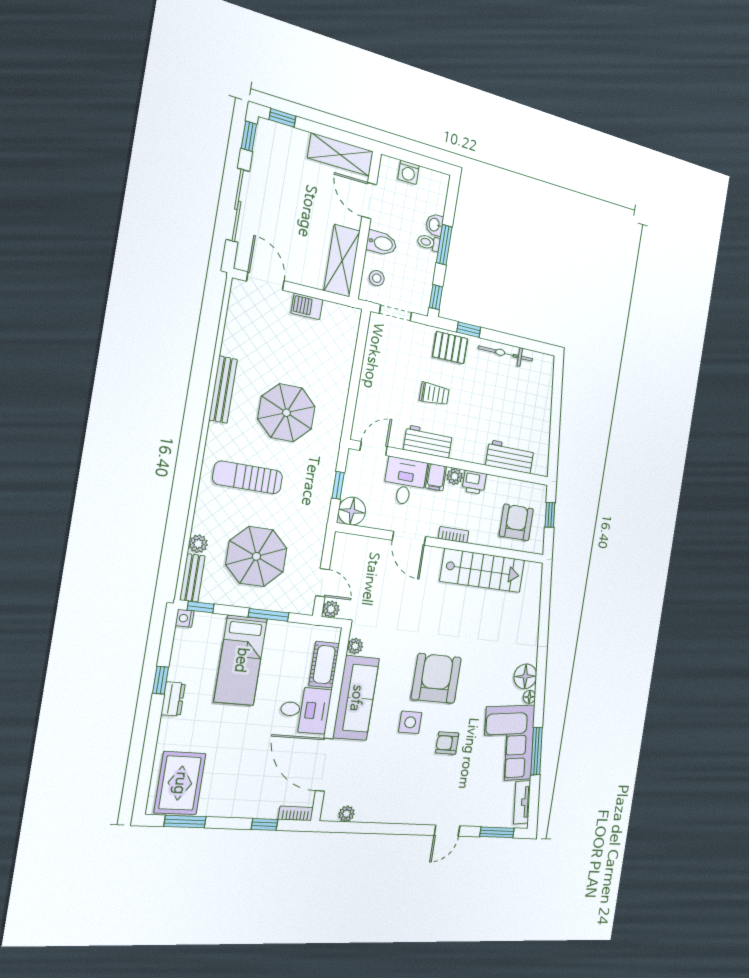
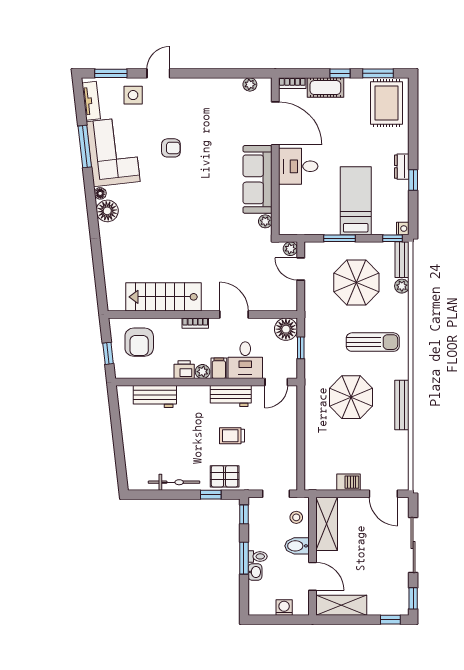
cot: (324, 665) -> (325, 88), moved, turned 90
armchair: (436, 678) -> (190, 202), removed
side table: (410, 722) -> (133, 95), moved
window: (264, 824) -> (340, 73), moved

